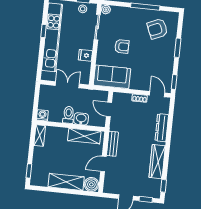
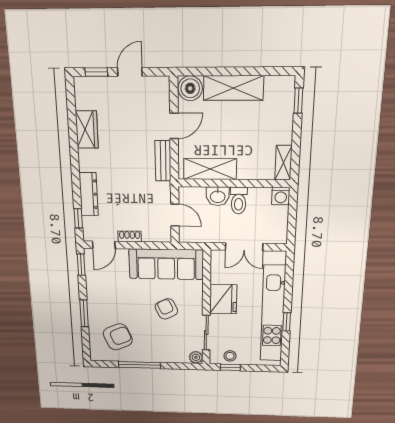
armchair: (122, 46) -> (166, 309), turned 64
fridge: (85, 55) -> (223, 299), width x1.88, depth x1.34
sofa: (112, 77) -> (166, 264), width x1.36
door: (157, 94) -> (104, 245), hinge flipped
wardrobe: (157, 162) -> (87, 130), width x0.67
window: (163, 186) -> (78, 218), moved

